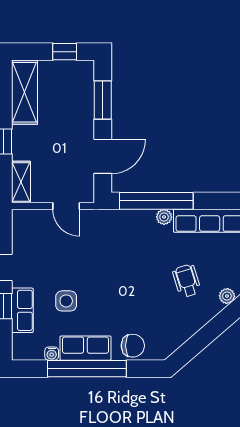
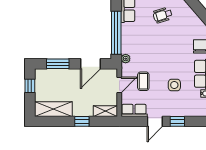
door: (103, 156) -> (91, 64), swing flipped
plant: (164, 217) -> (126, 59), moved
coffee table: (73, 247) -> (143, 81), added
row of seats: (22, 310) -> (134, 110), moved

